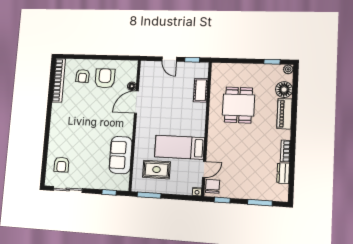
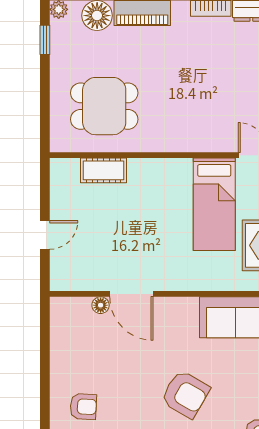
window: (192, 60) -> (45, 190), removed
armchair: (105, 78) -> (185, 394), moved, turned -150
dining table: (238, 105) -> (104, 106), moved

